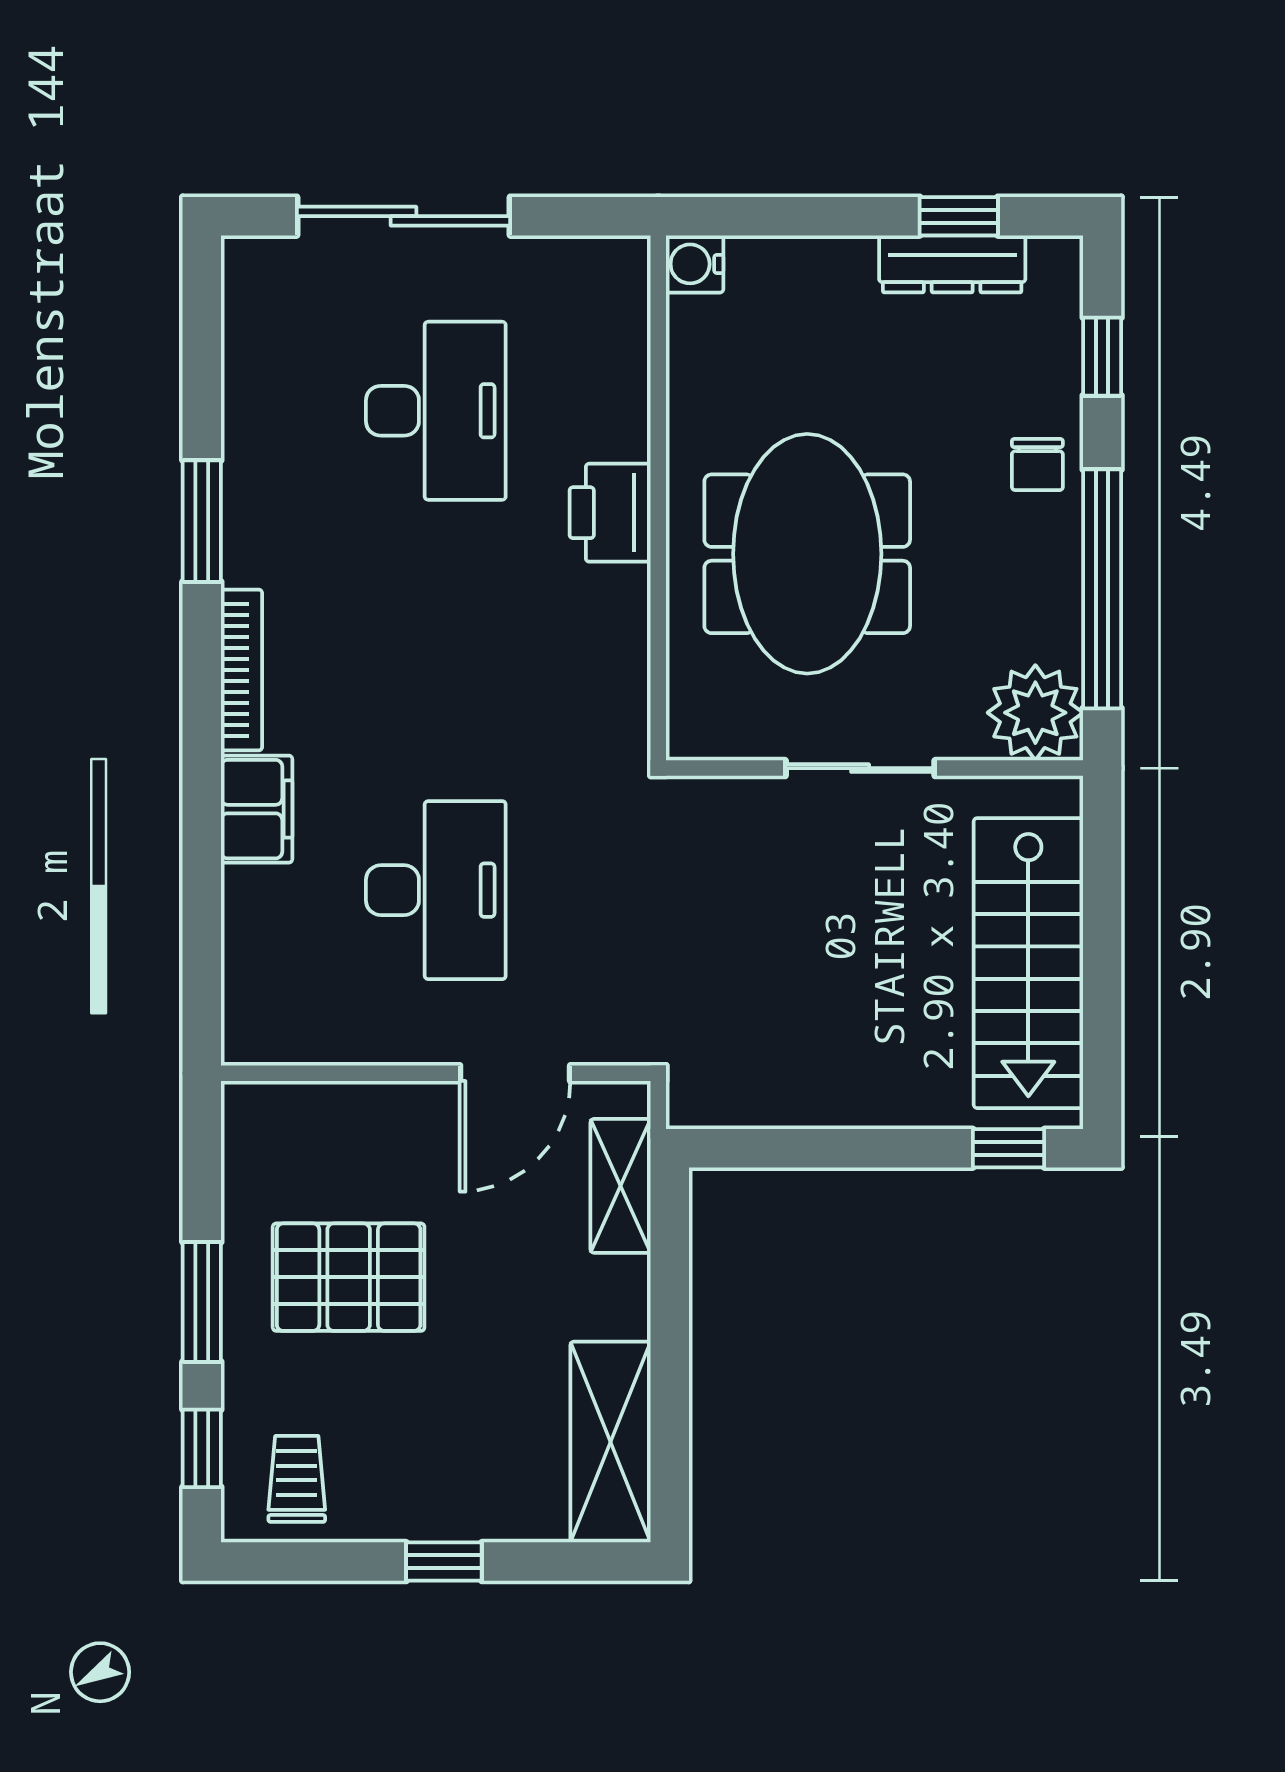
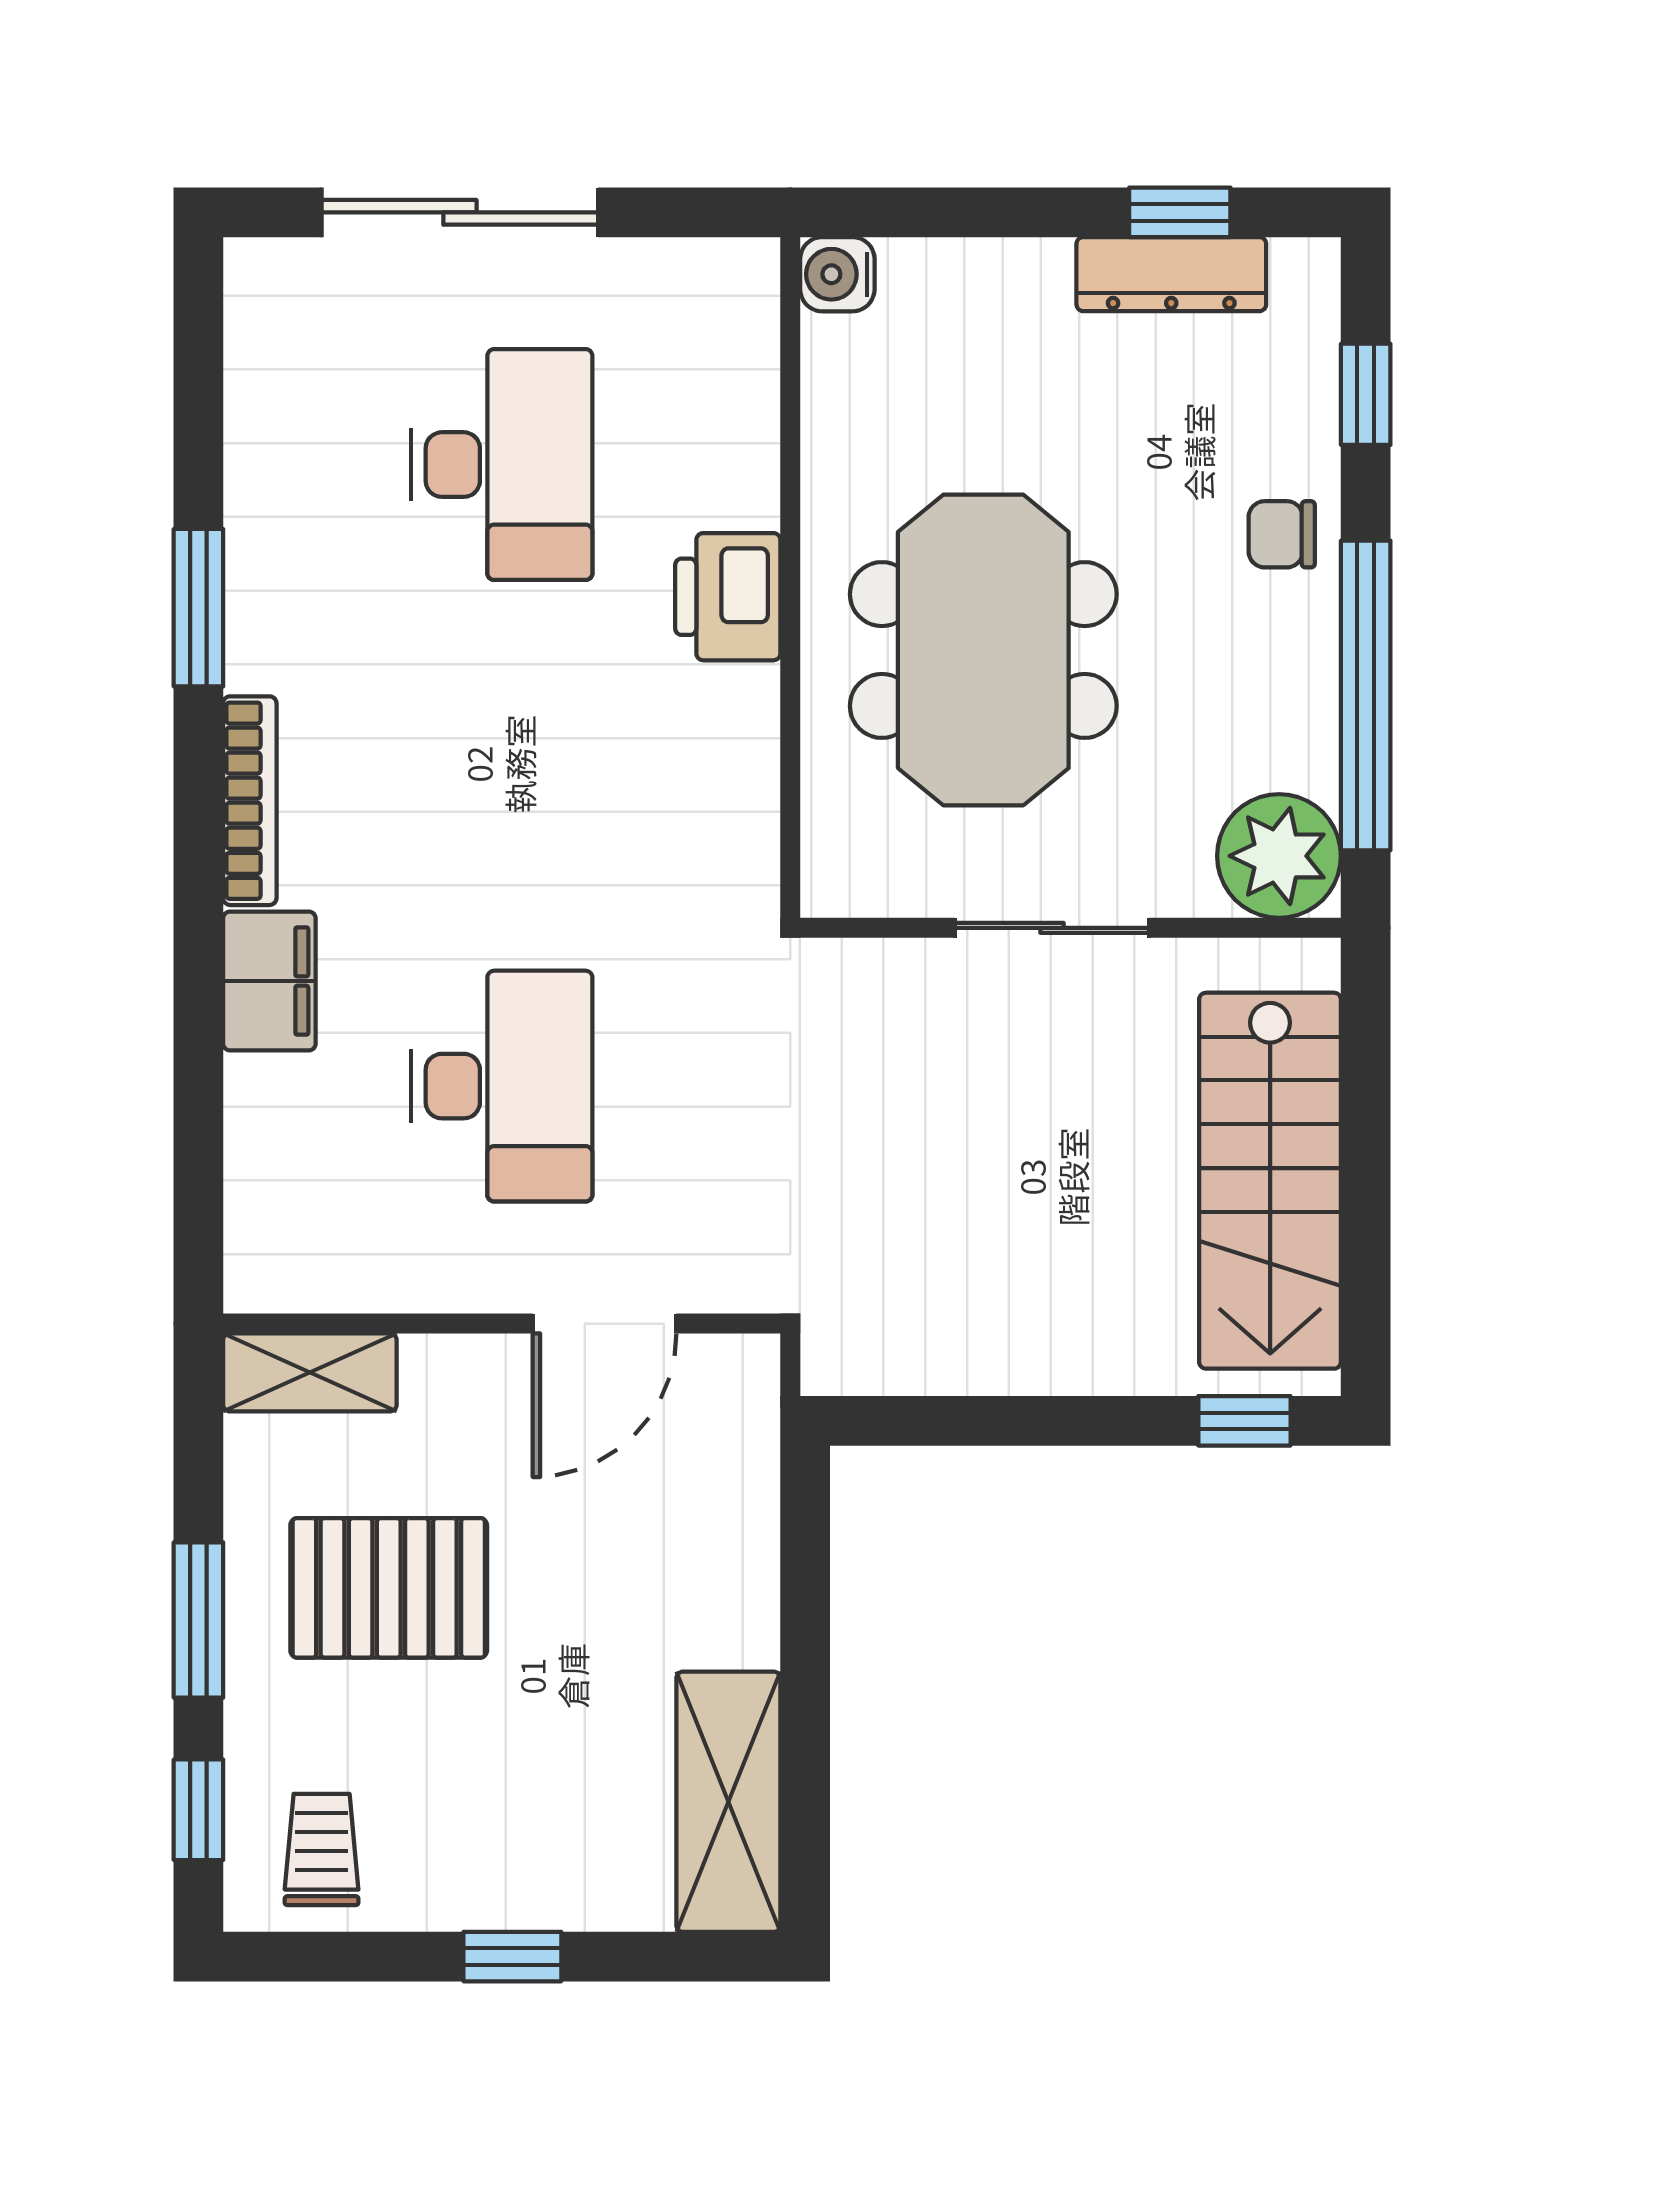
chair: (1037, 465) -> (1282, 534), turned 90
shelving: (621, 1186) -> (310, 1372), moved, turned 90

